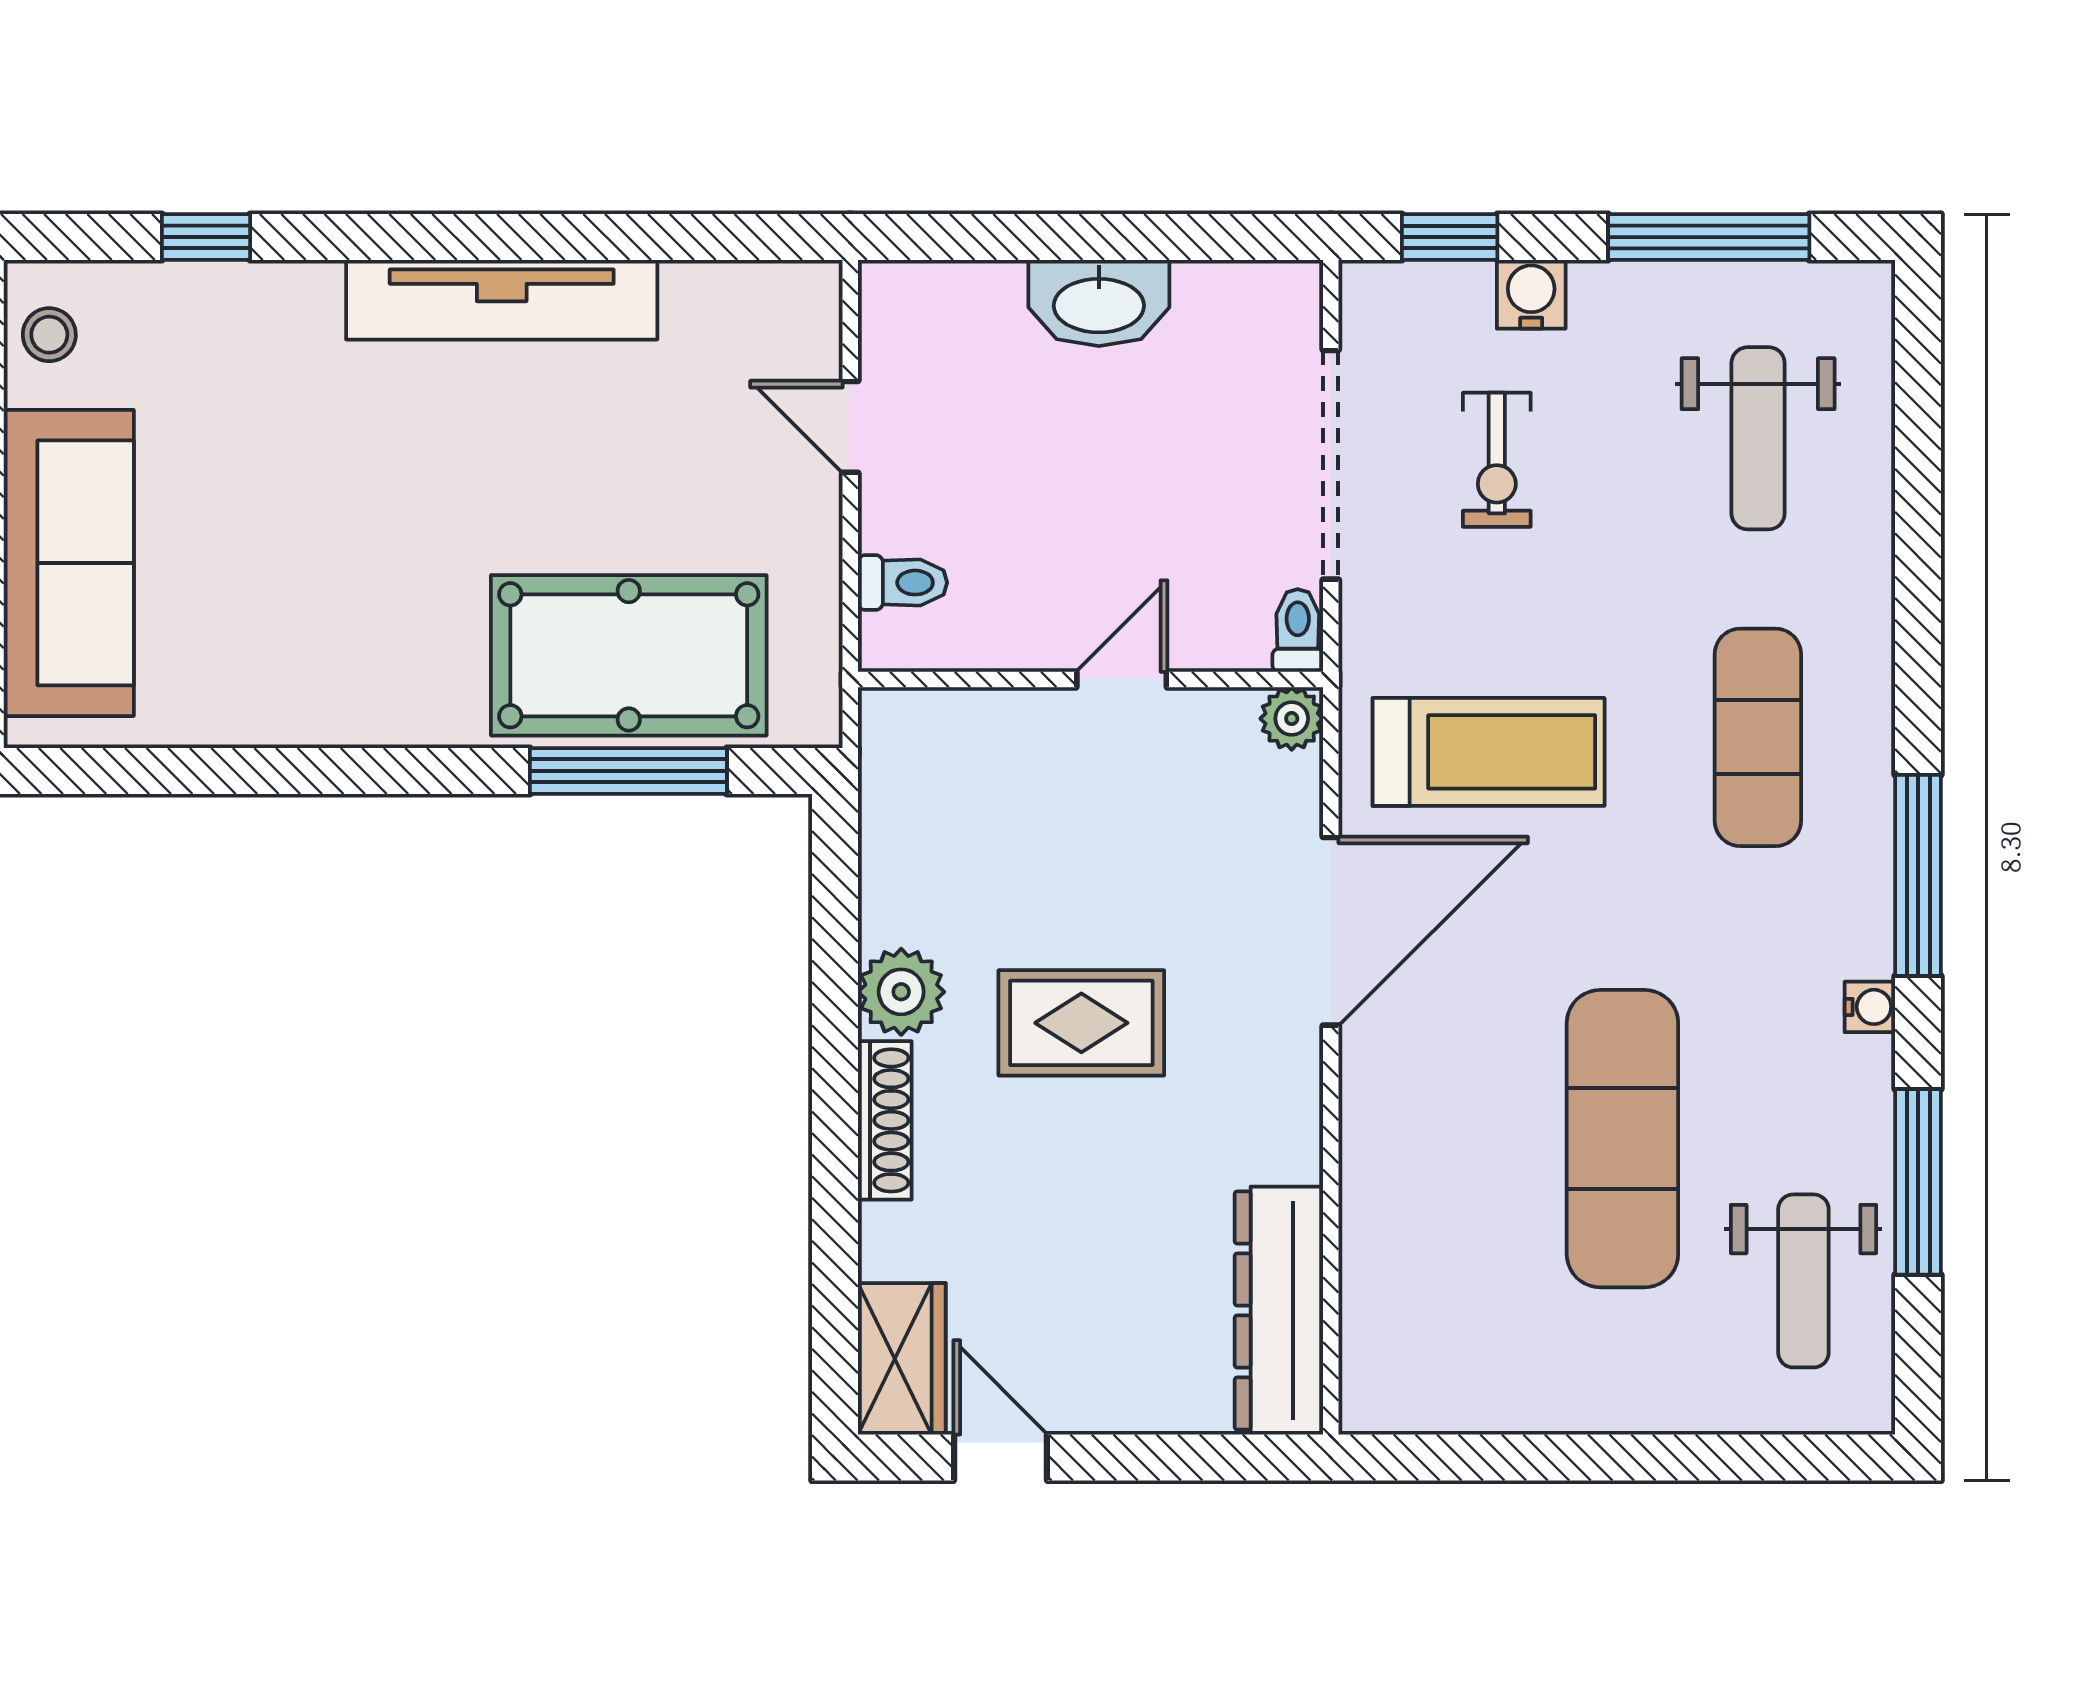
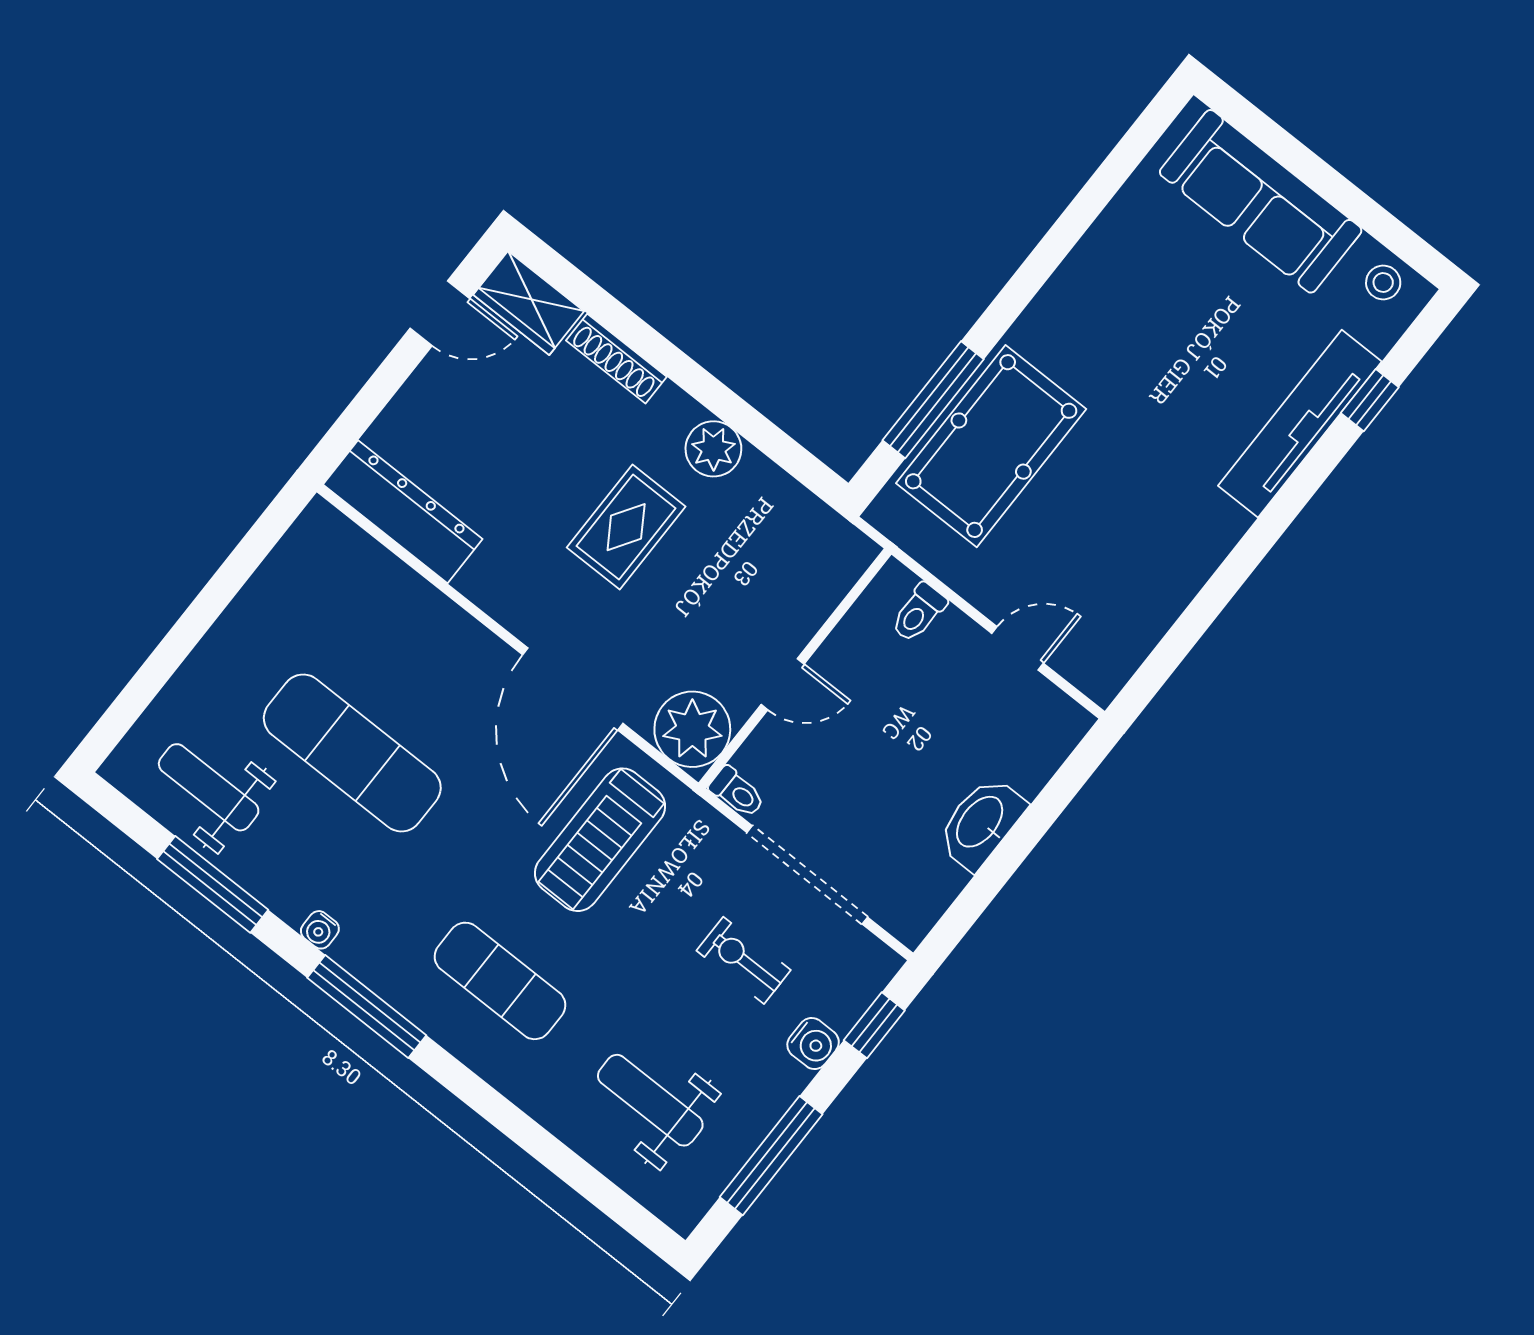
tv unit: (502, 300) -> (1300, 424), moved
door: (1122, 679) -> (783, 684), hinge flipped
plant: (1292, 719) -> (692, 729), width x1.88, depth x1.88
shoe rack: (885, 1120) -> (616, 359), moved

